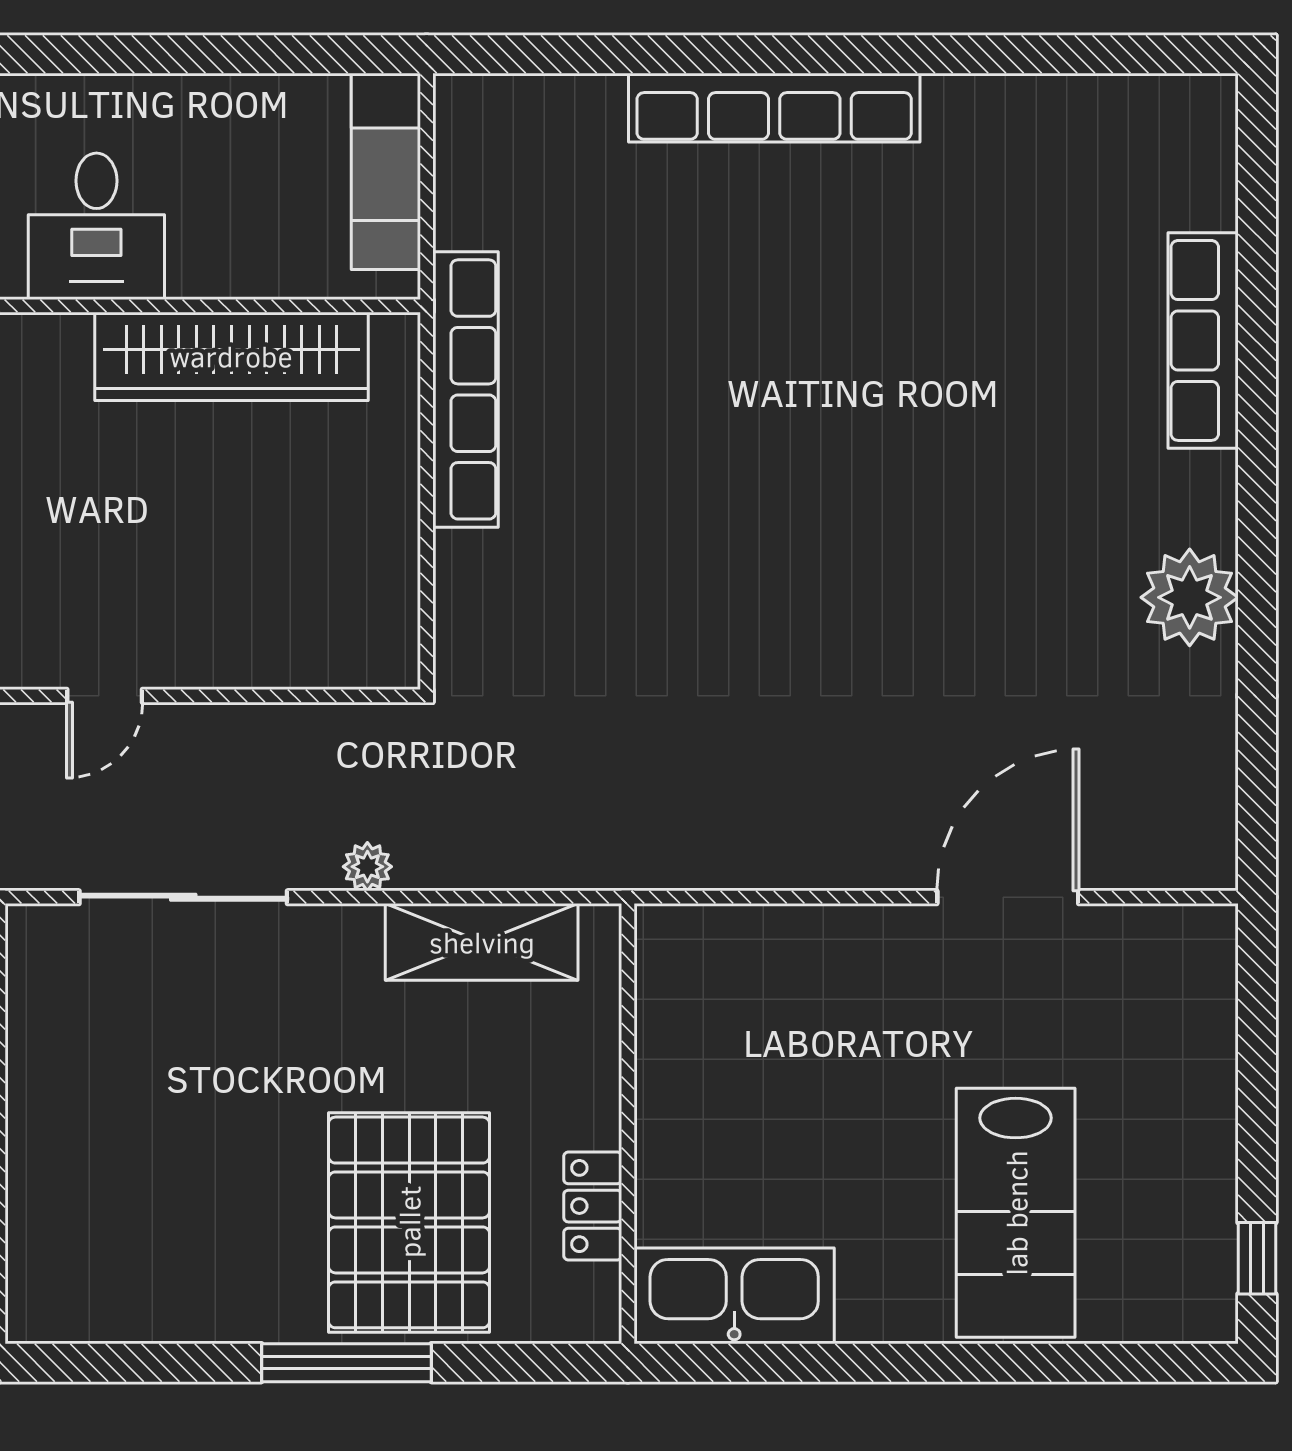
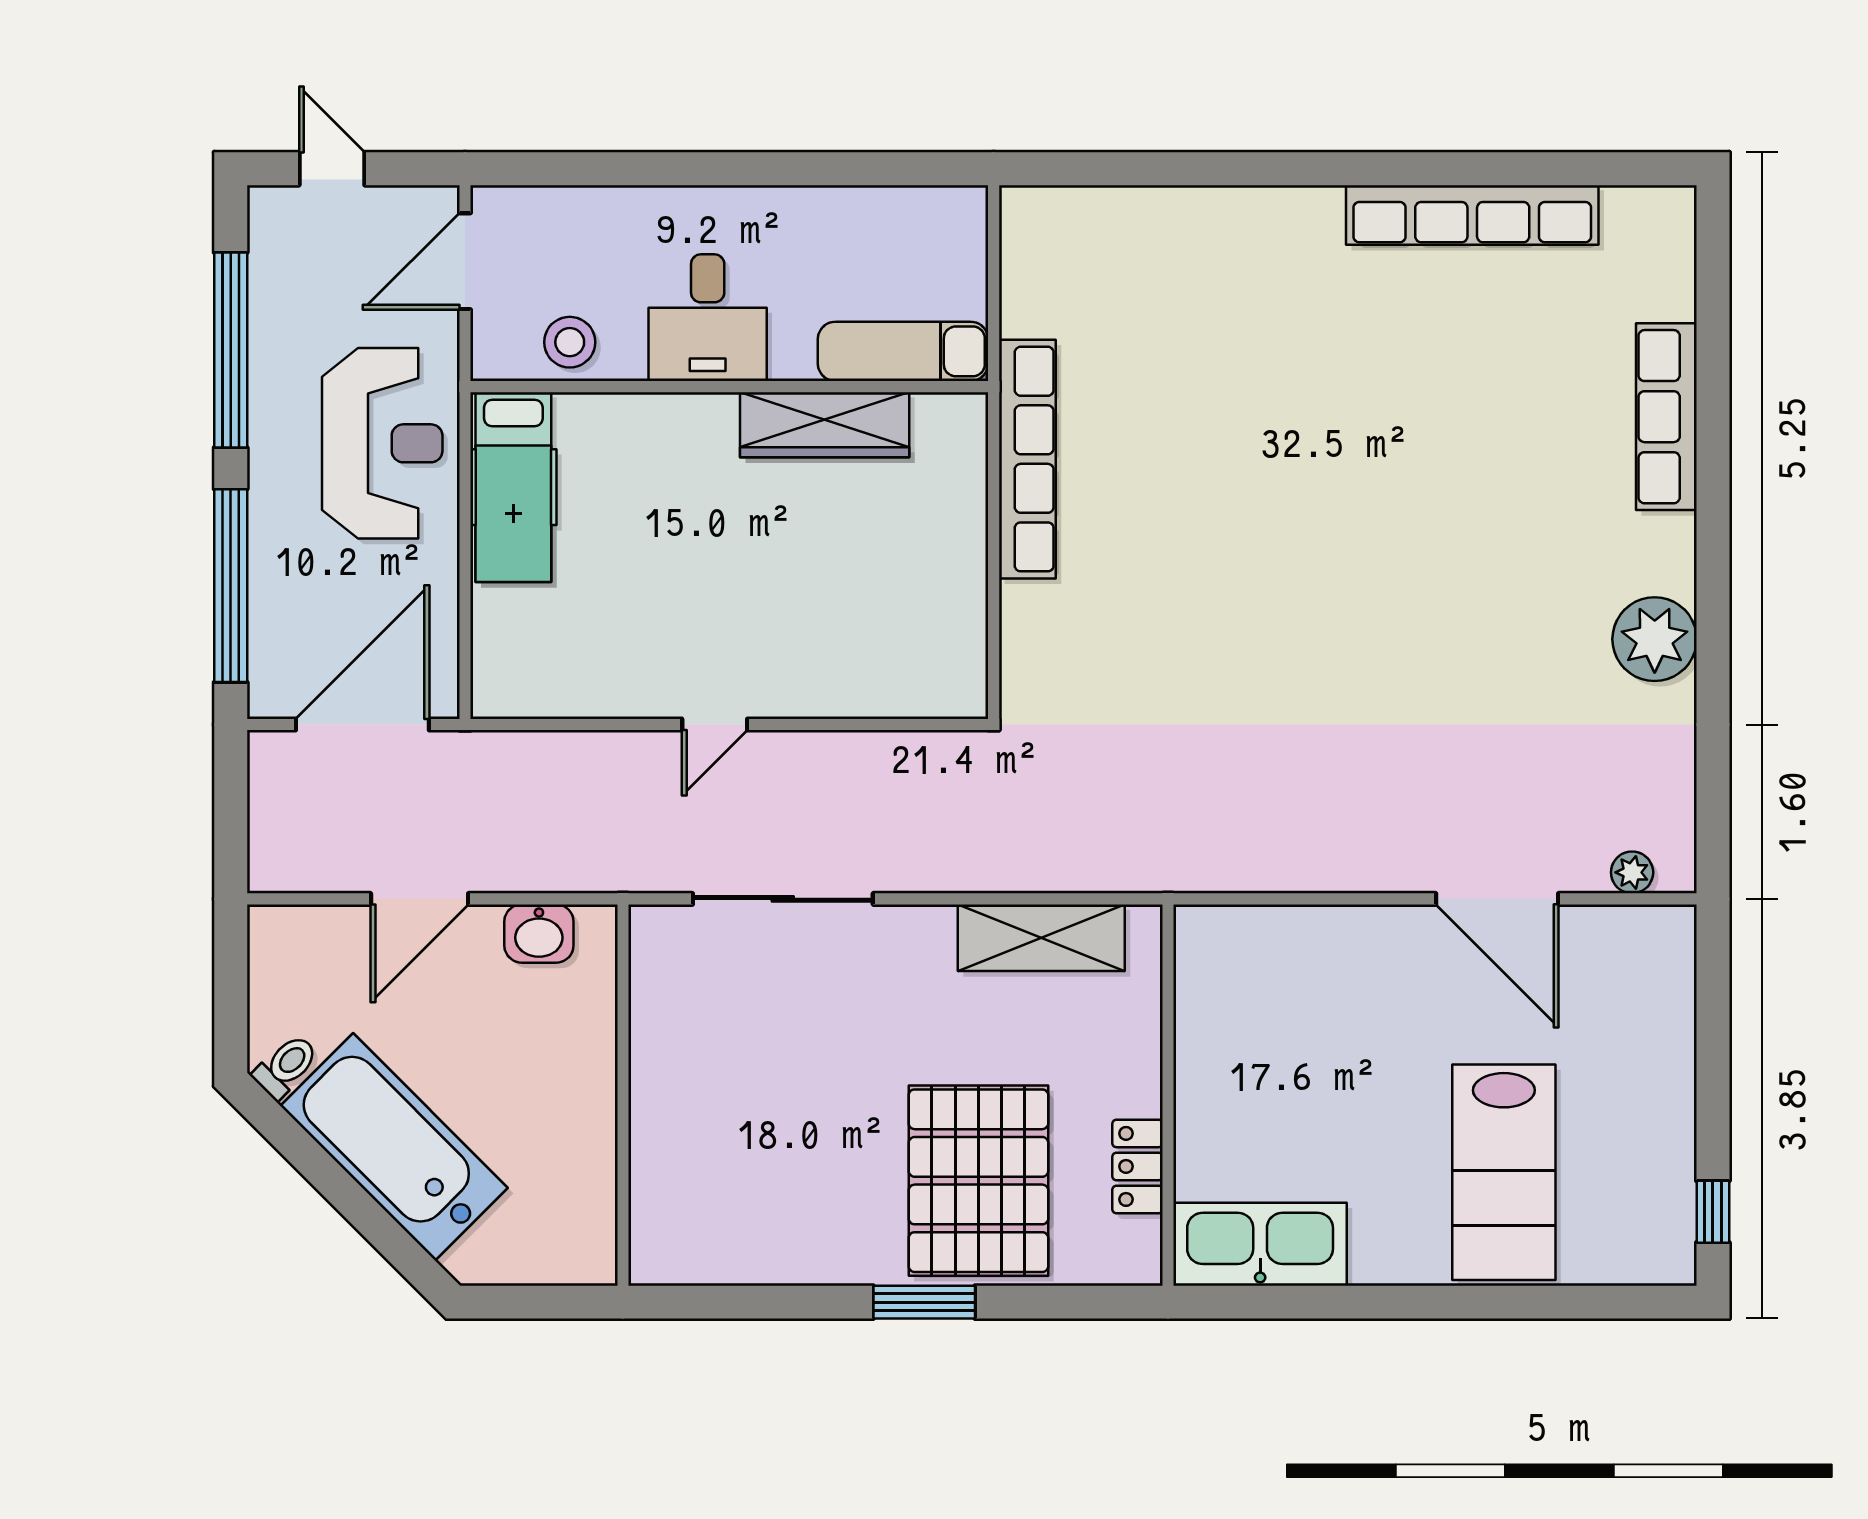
row of seats: (774, 108) -> (1472, 215), moved
exam couch: (386, 171) -> (903, 351), moved, turned 90
wardrobe: (231, 356) -> (825, 425), width x0.71, depth x0.85
plant: (367, 867) -> (1632, 872), moved
door: (1008, 897) -> (1497, 899), swing flipped
window: (346, 1363) -> (924, 1302), width x0.69

